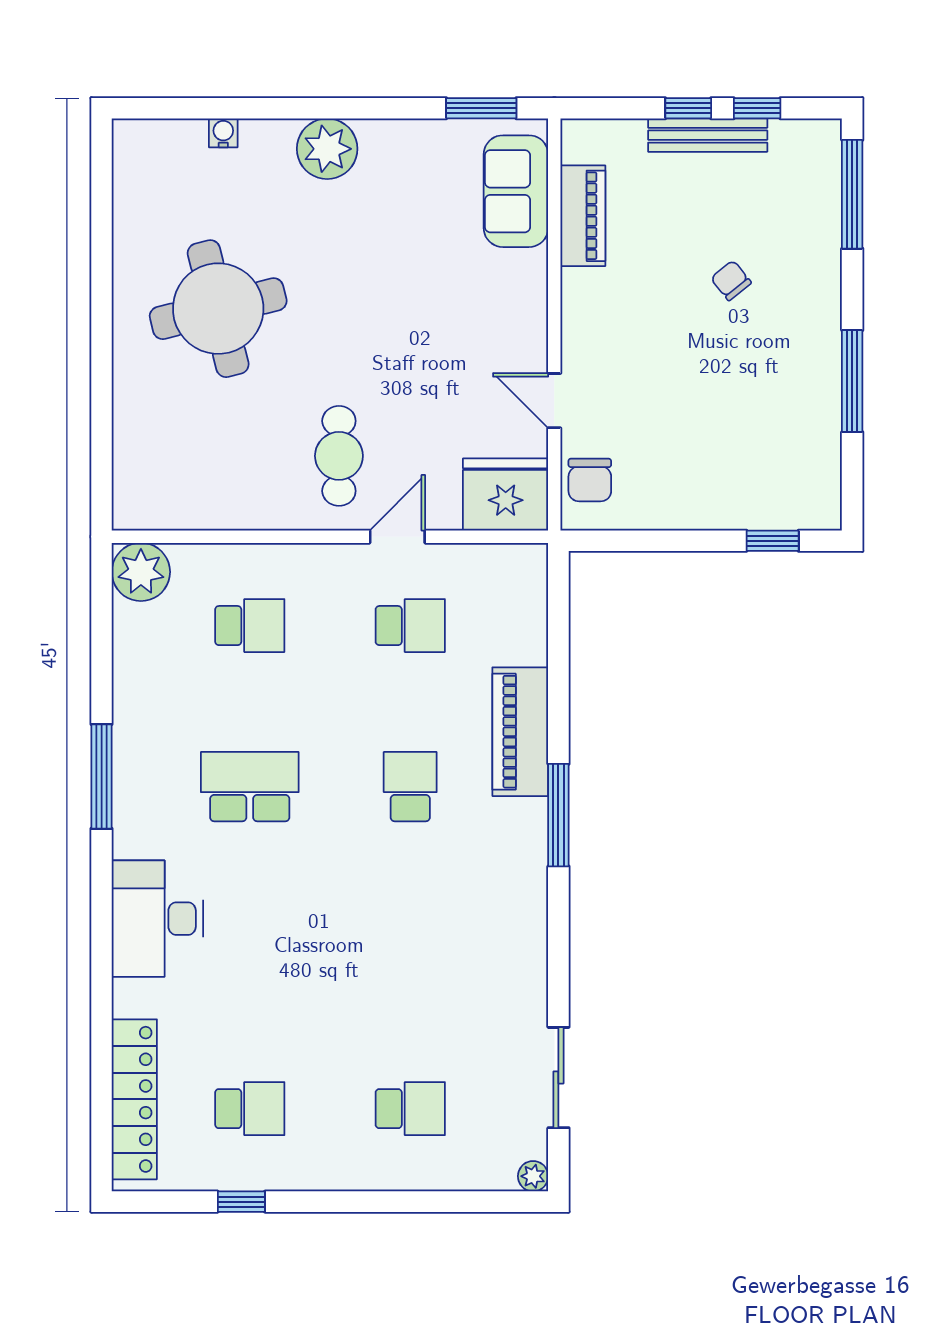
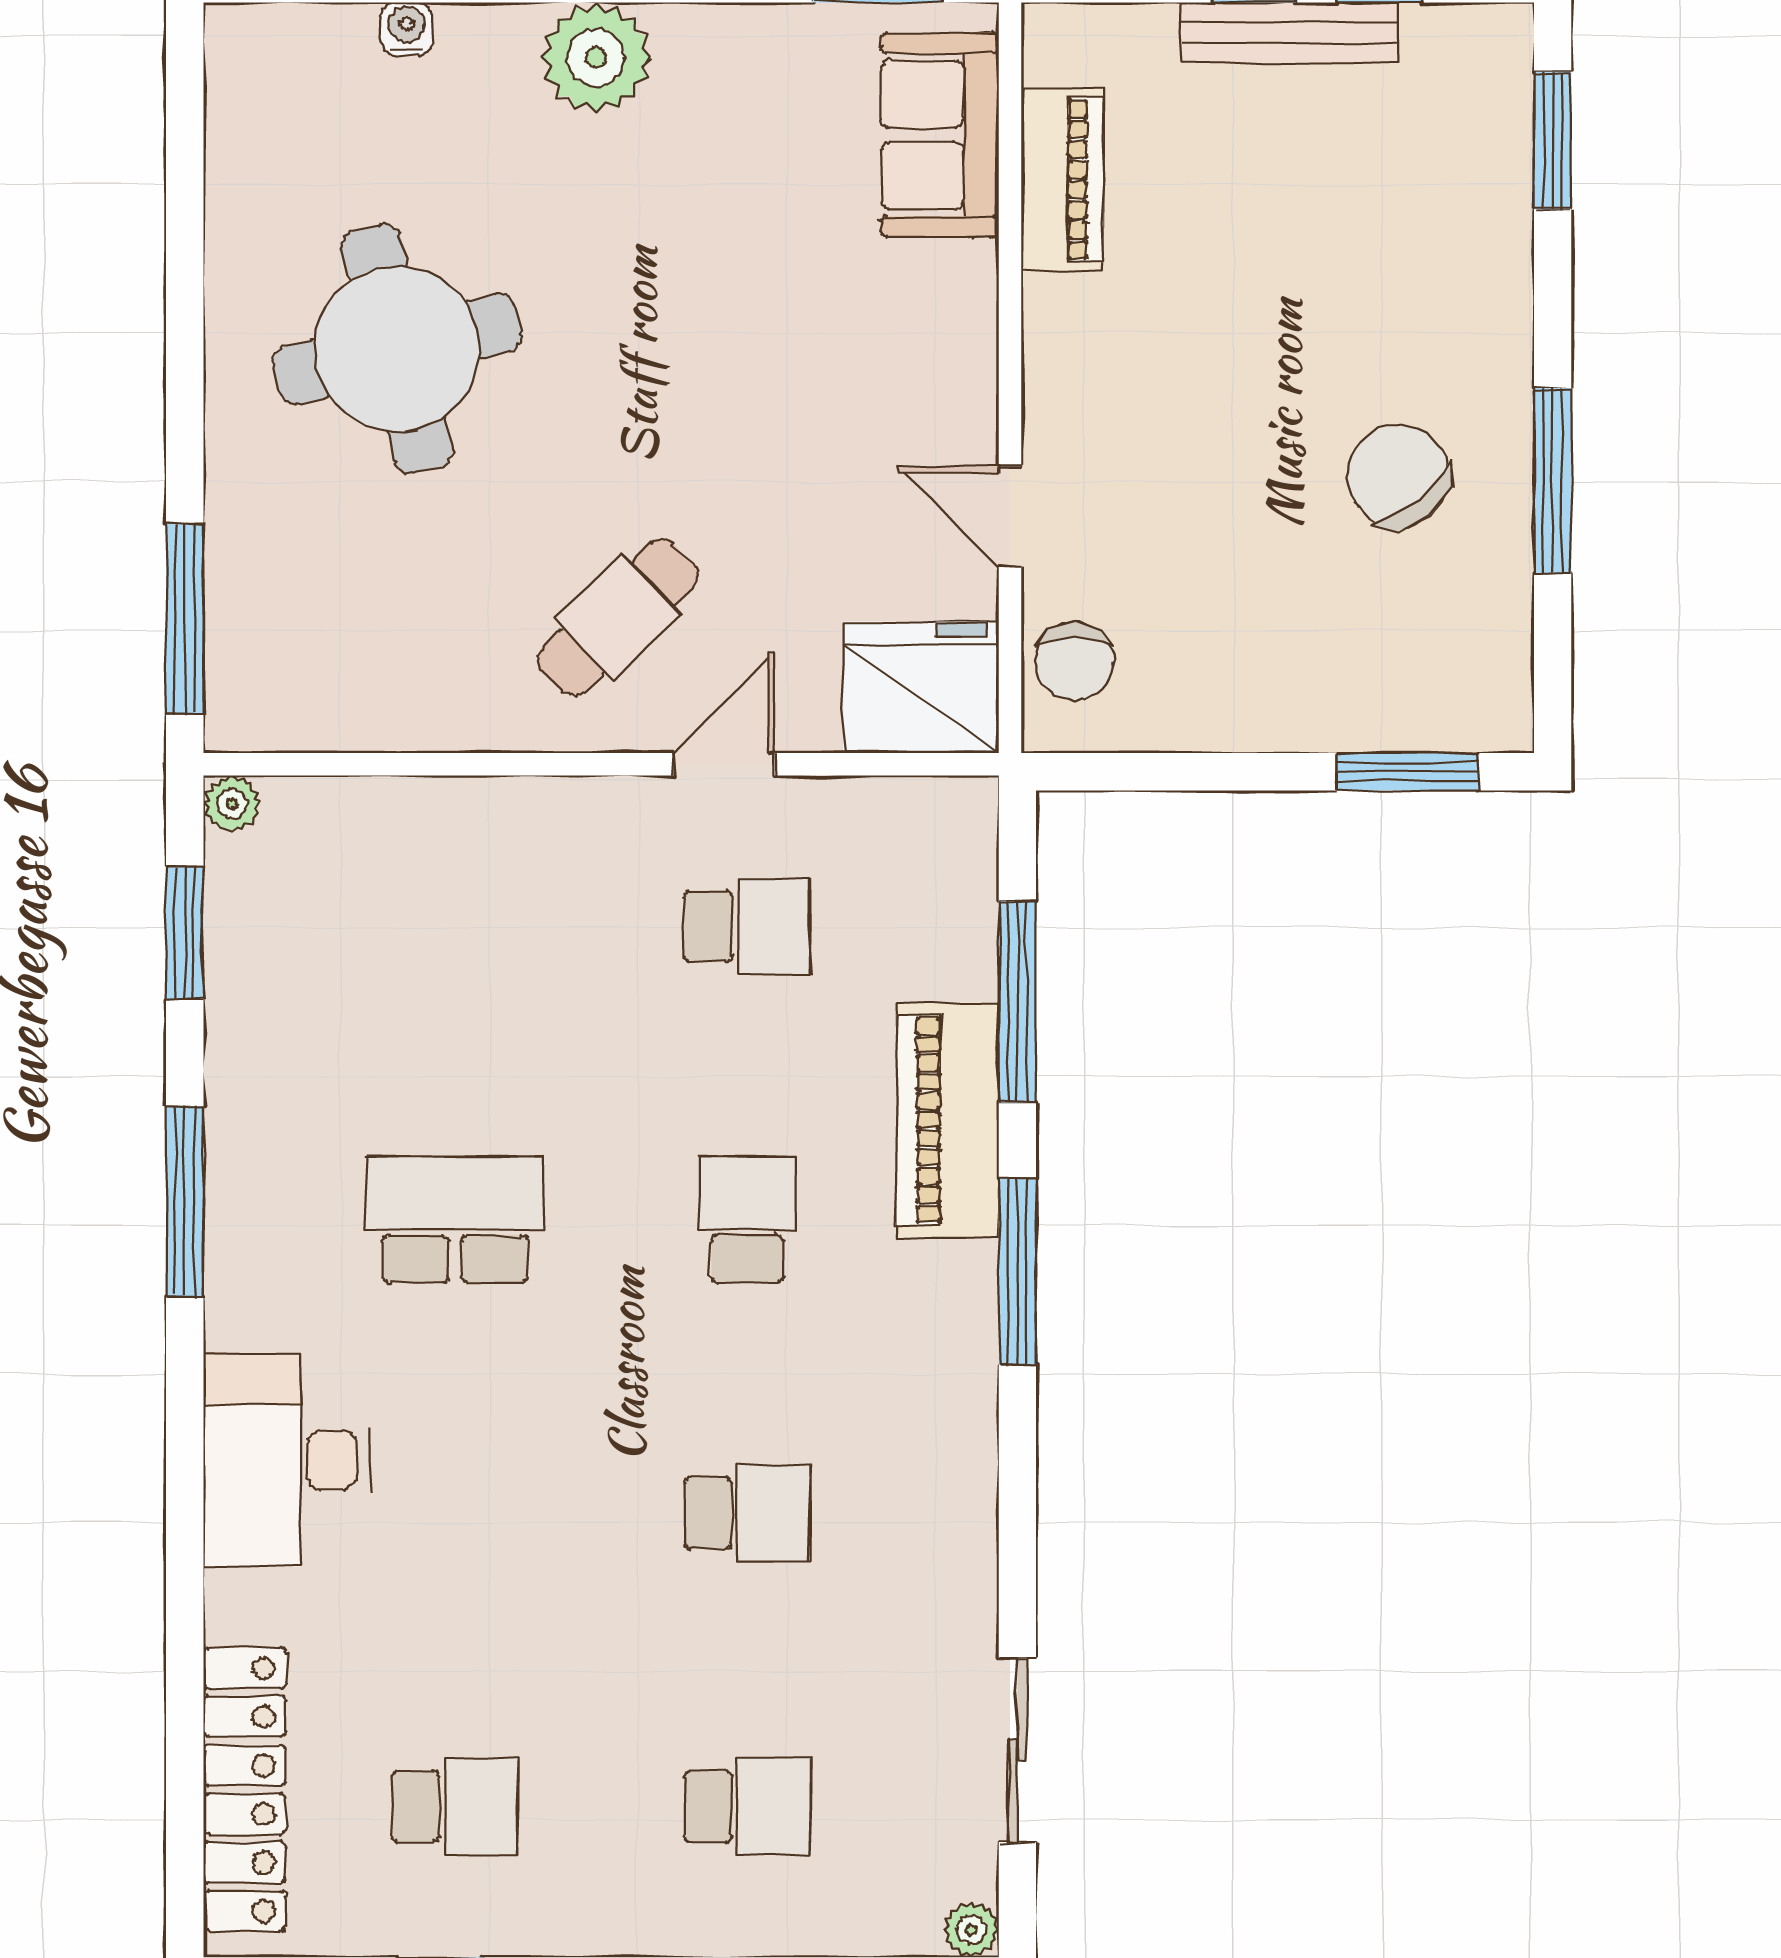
window: (852, 194) -> (1553, 140), width x0.69
chair: (731, 280) -> (1398, 476), moved, width x1.87, depth x1.87
cafe table: (339, 456) -> (617, 617), turned 46
window: (102, 457) -> (185, 619), added
window: (773, 541) -> (1408, 772), width x1.50
plant: (141, 572) -> (232, 804), width x0.53, depth x0.53
school desk: (250, 626) -> (747, 1513), moved
window: (102, 629) -> (185, 932), added
window: (558, 667) -> (1017, 1002), added

